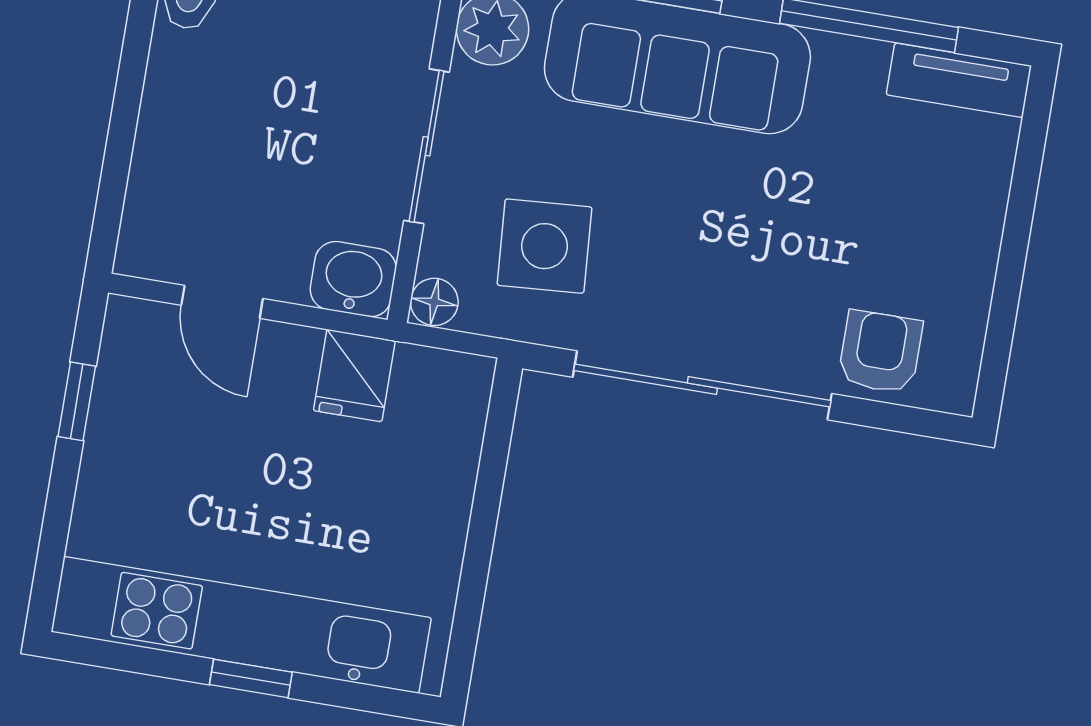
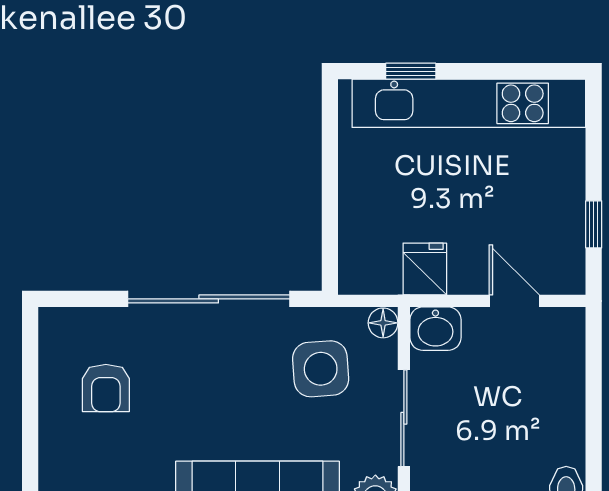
armchair: (880, 352) -> (106, 388), moved
window: (251, 678) -> (411, 71), moved

